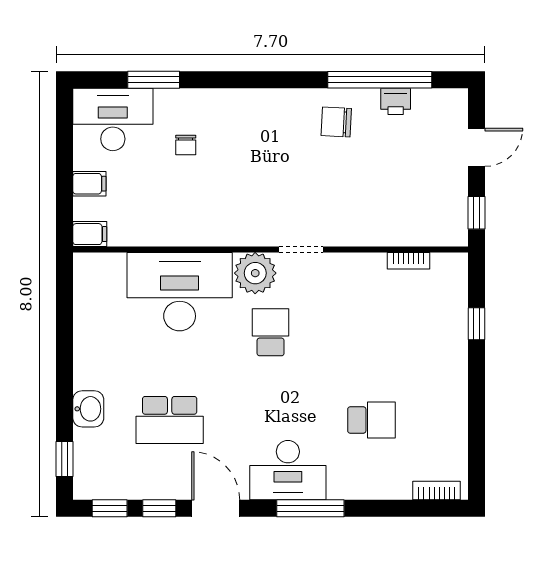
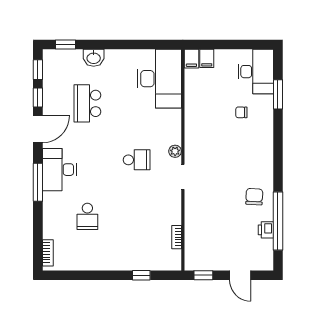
filing cabinet: (89, 184) -> (207, 58), moved
plant: (255, 273) -> (175, 151), width x0.53, depth x0.53
desk: (180, 292) -> (159, 79), moved

